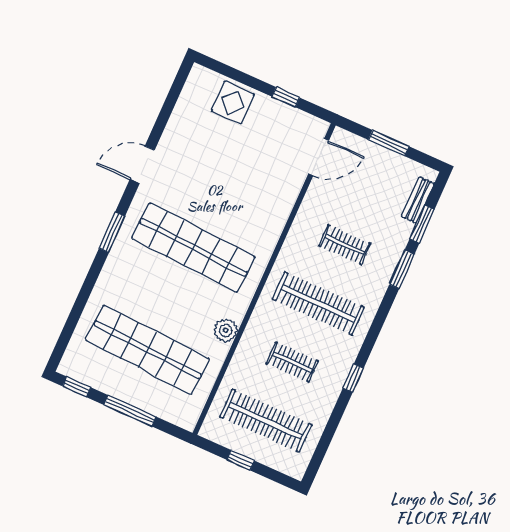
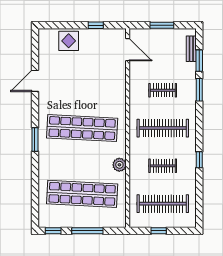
door: (319, 157) -> (128, 50), hinge flipped
door: (142, 165) -> (35, 81), moved

